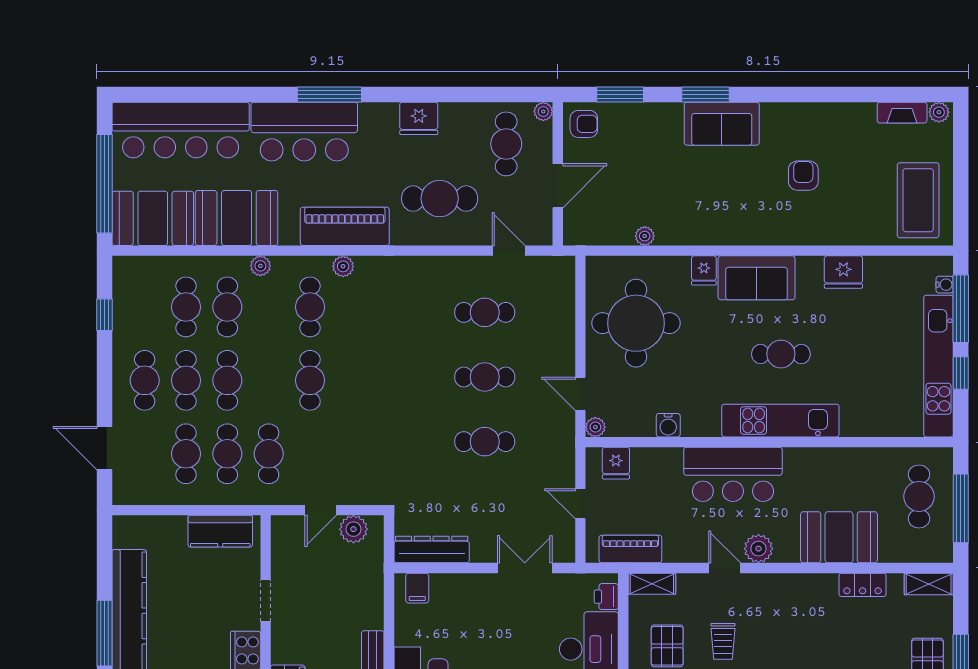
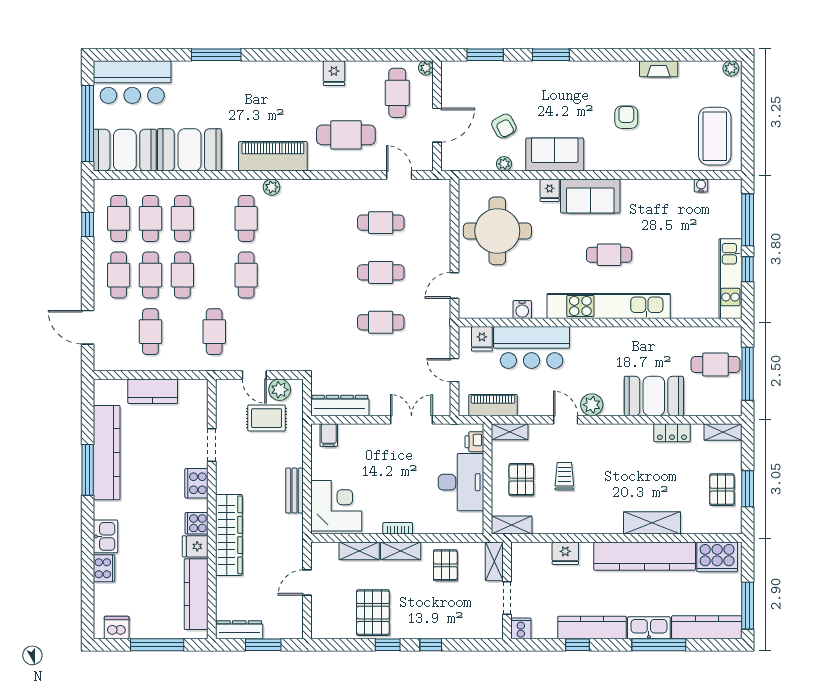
window: (329, 95) -> (216, 55), moved
fireplace: (902, 113) -> (659, 69), moved
fridge: (419, 118) -> (334, 73), width x0.72
armchair: (584, 124) -> (504, 126), moved, turned 61
sofa: (722, 124) -> (555, 155), moved, turned 180
bar counter: (181, 130) -> (132, 82), width x0.73
bar counter: (304, 132) -> (242, 83), removed
plant: (260, 266) -> (208, 187), removed
fridge: (843, 272) -> (657, 192), removed
water cooler: (945, 285) -> (701, 185), moved, turned -90
kitchen unit: (938, 366) -> (730, 279), width x0.73
door: (580, 394) -> (454, 285), hinge flipped
kitchen unit: (780, 421) -> (609, 306), width x1.36
plant: (595, 427) -> (466, 311), removed
cafe table: (227, 454) -> (119, 218), moved
bar counter: (733, 474) -> (532, 347), moved
cafe table: (919, 496) -> (715, 365), turned 90
door: (321, 510) -> (254, 375), hinge flipped
kitchen counter: (220, 531) -> (153, 391), moved
rug: (337, 566) -> (267, 418), added
trolley: (723, 641) -> (564, 476), turned 180

